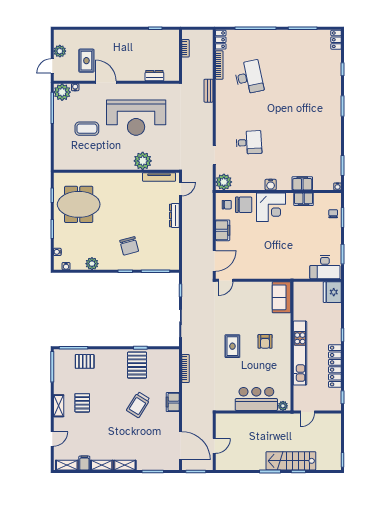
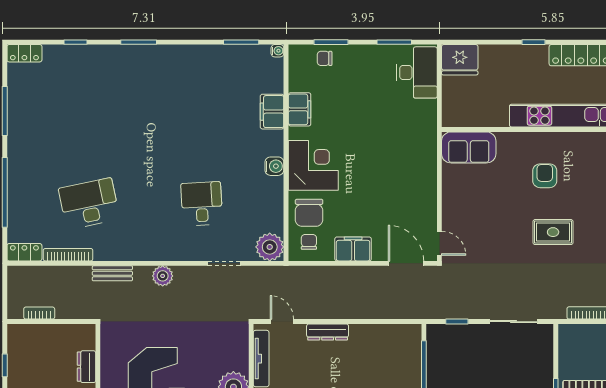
plant: (207, 120) -> (163, 276), added
chair: (244, 205) -> (309, 213), turned 180
armchair: (265, 341) -> (545, 176), turned -90

